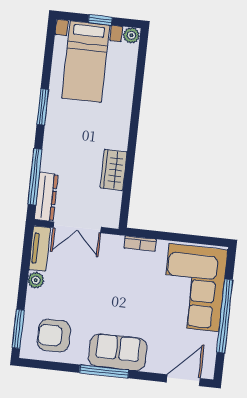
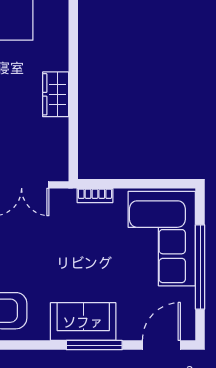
wardrobe: (114, 170) -> (56, 94), moved
window: (104, 371) -> (94, 345), moved

